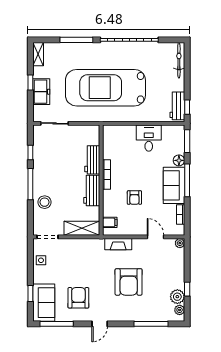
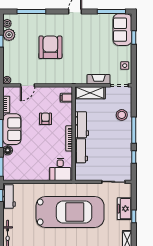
desk: (149, 138) -> (60, 169), moved
door: (155, 237) -> (28, 85), hinge flipped
fireplace: (118, 244) -> (99, 79), moved
armchair: (78, 298) -> (93, 34), removed

